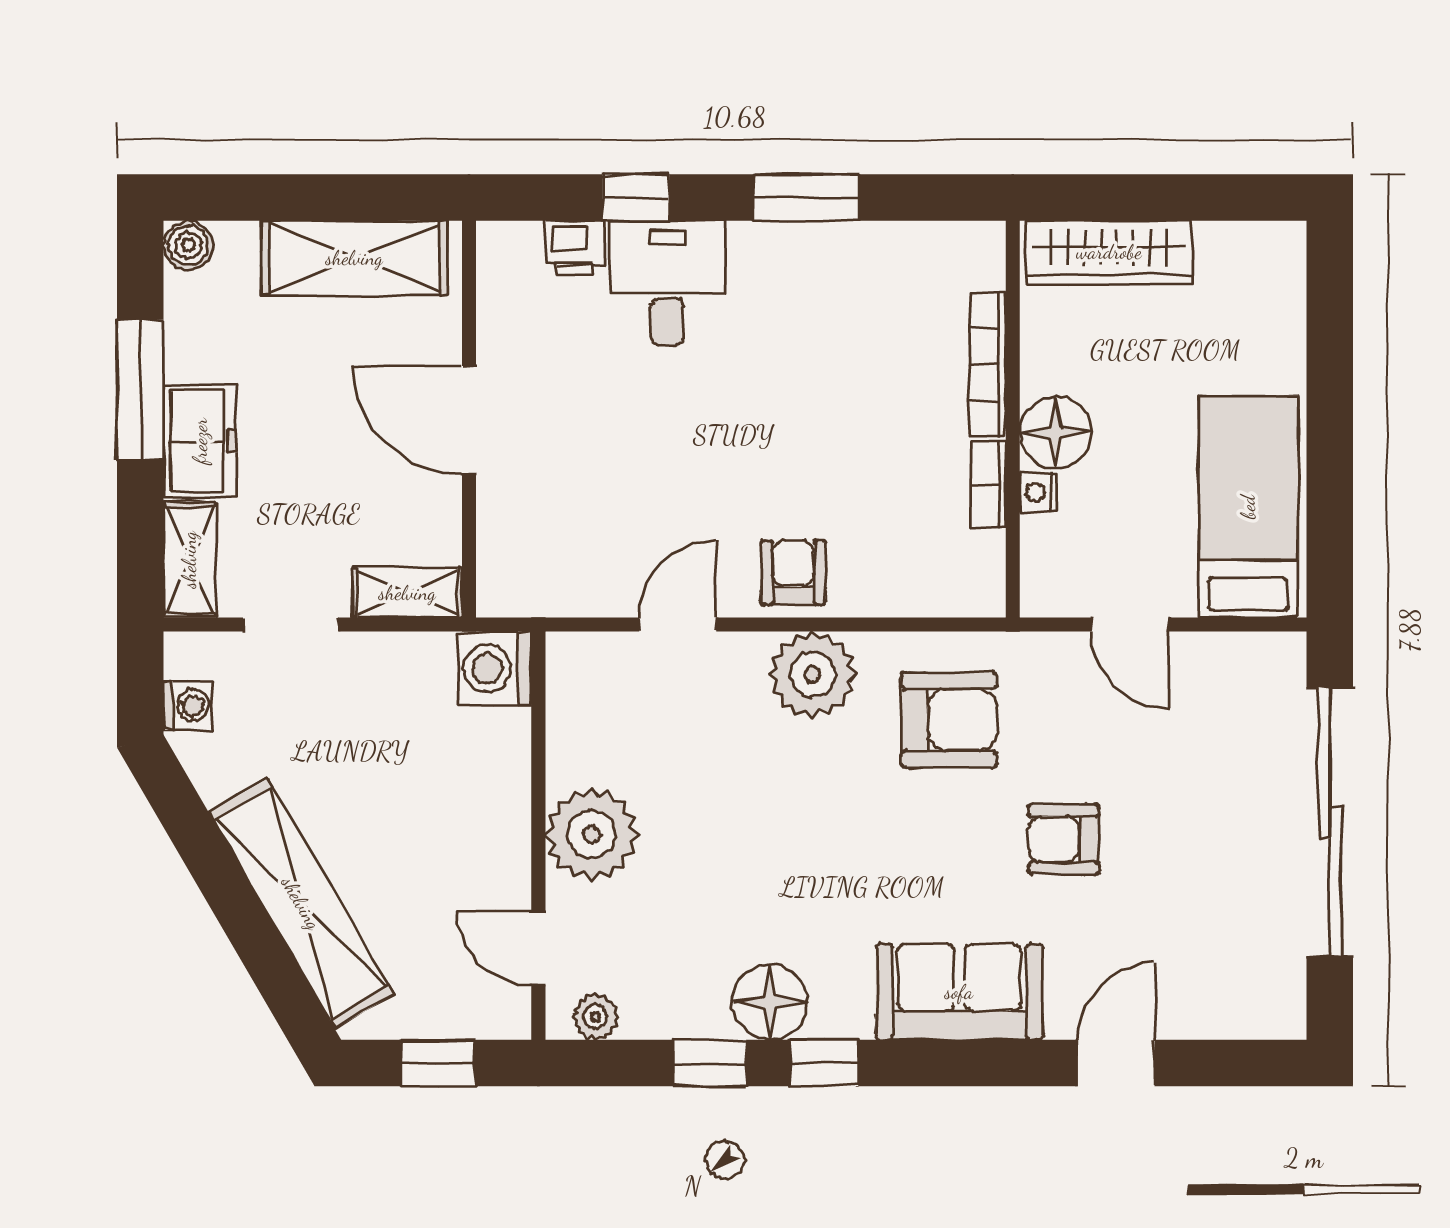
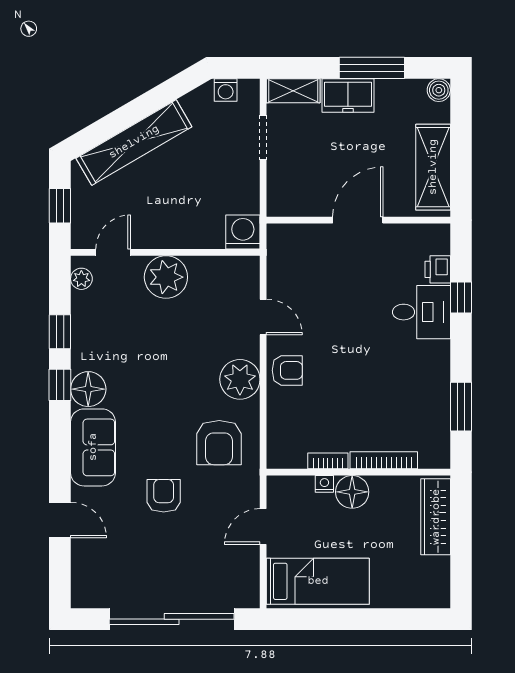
window: (806, 198) -> (461, 407), moved
shelving: (407, 593) -> (278, 192), removed
floor lamp: (770, 1002) -> (88, 389), moved

